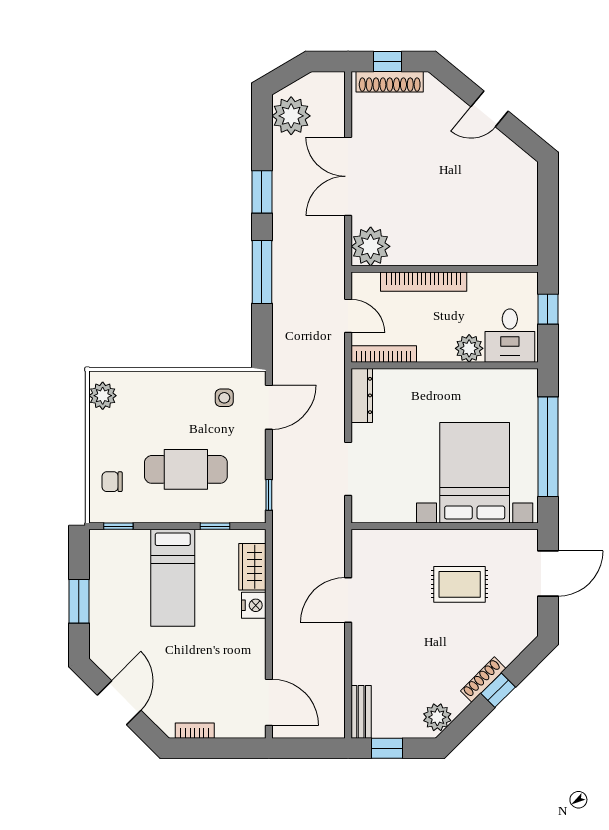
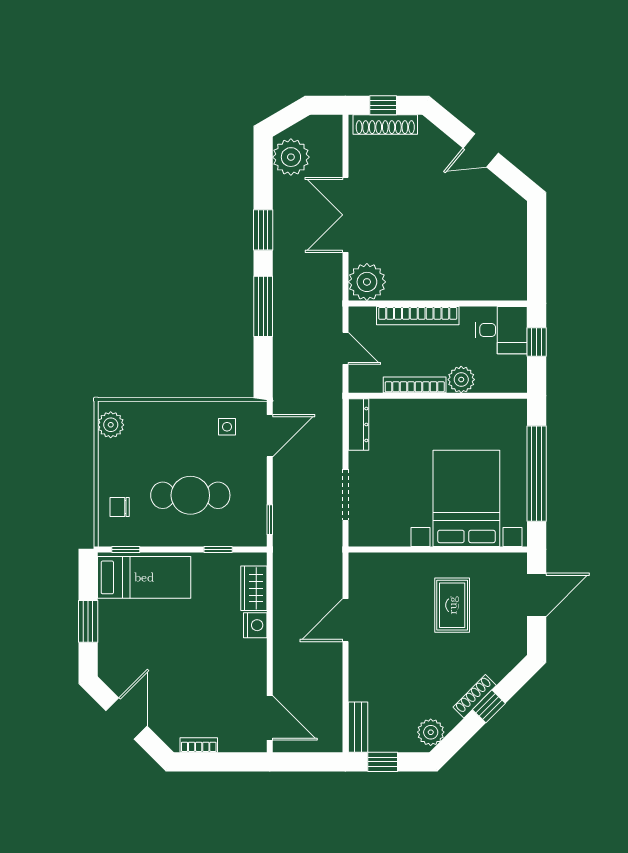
desk: (510, 336) -> (501, 330), moved, turned -90
bookcase: (384, 354) -> (415, 385), moved
bed: (173, 578) -> (144, 577), moved, turned -90
rug: (460, 584) -> (452, 605), turned 90

